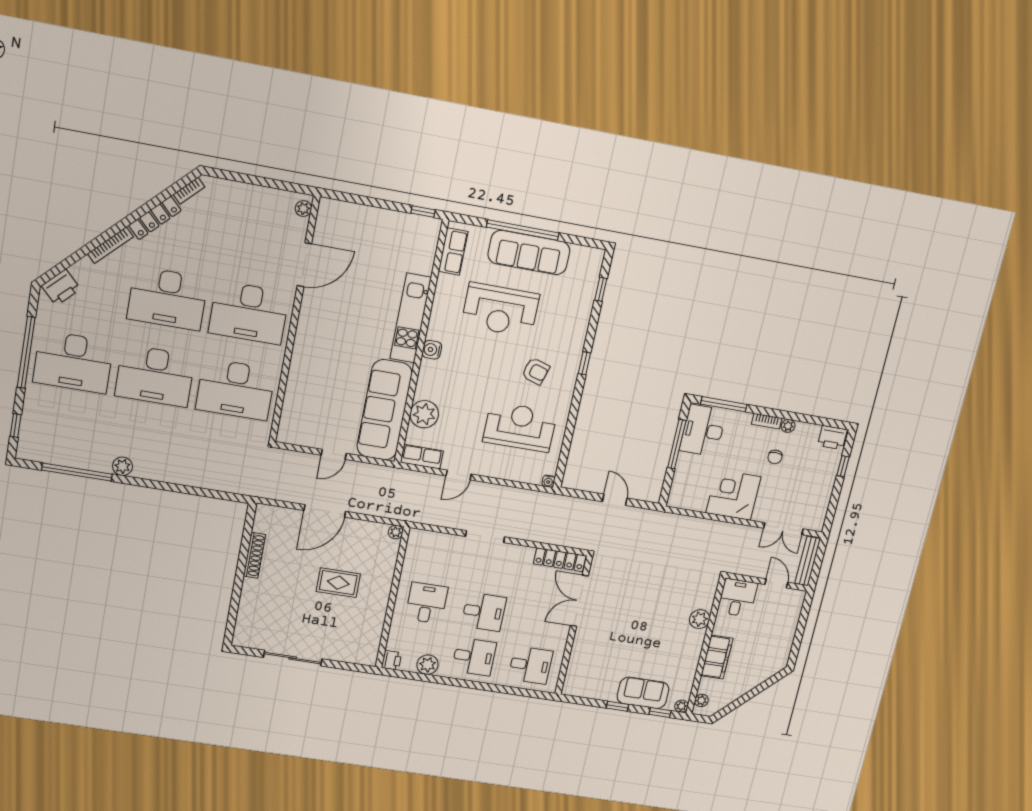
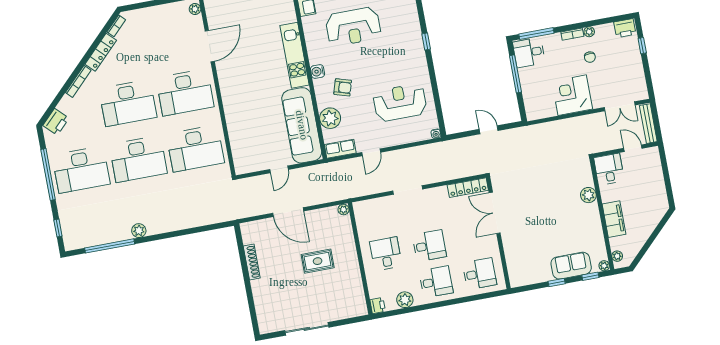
armchair: (536, 371) -> (343, 87), moved
desk: (703, 430) -> (529, 53), width x0.73
door: (325, 511) -> (288, 212), hinge flipped

